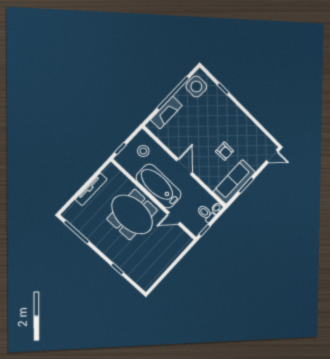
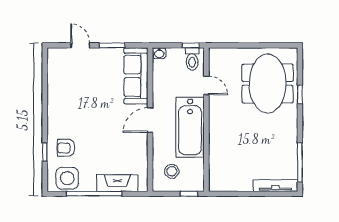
armchair: (224, 151) -> (66, 148), moved, turned -90
door: (272, 156) -> (80, 45), moved
sofa: (234, 182) -> (136, 76), moved, turned 90
tv unit: (91, 189) -> (275, 186), moved
toilet: (206, 214) -> (192, 59), moved
meeting table: (132, 215) -> (268, 83), moved

